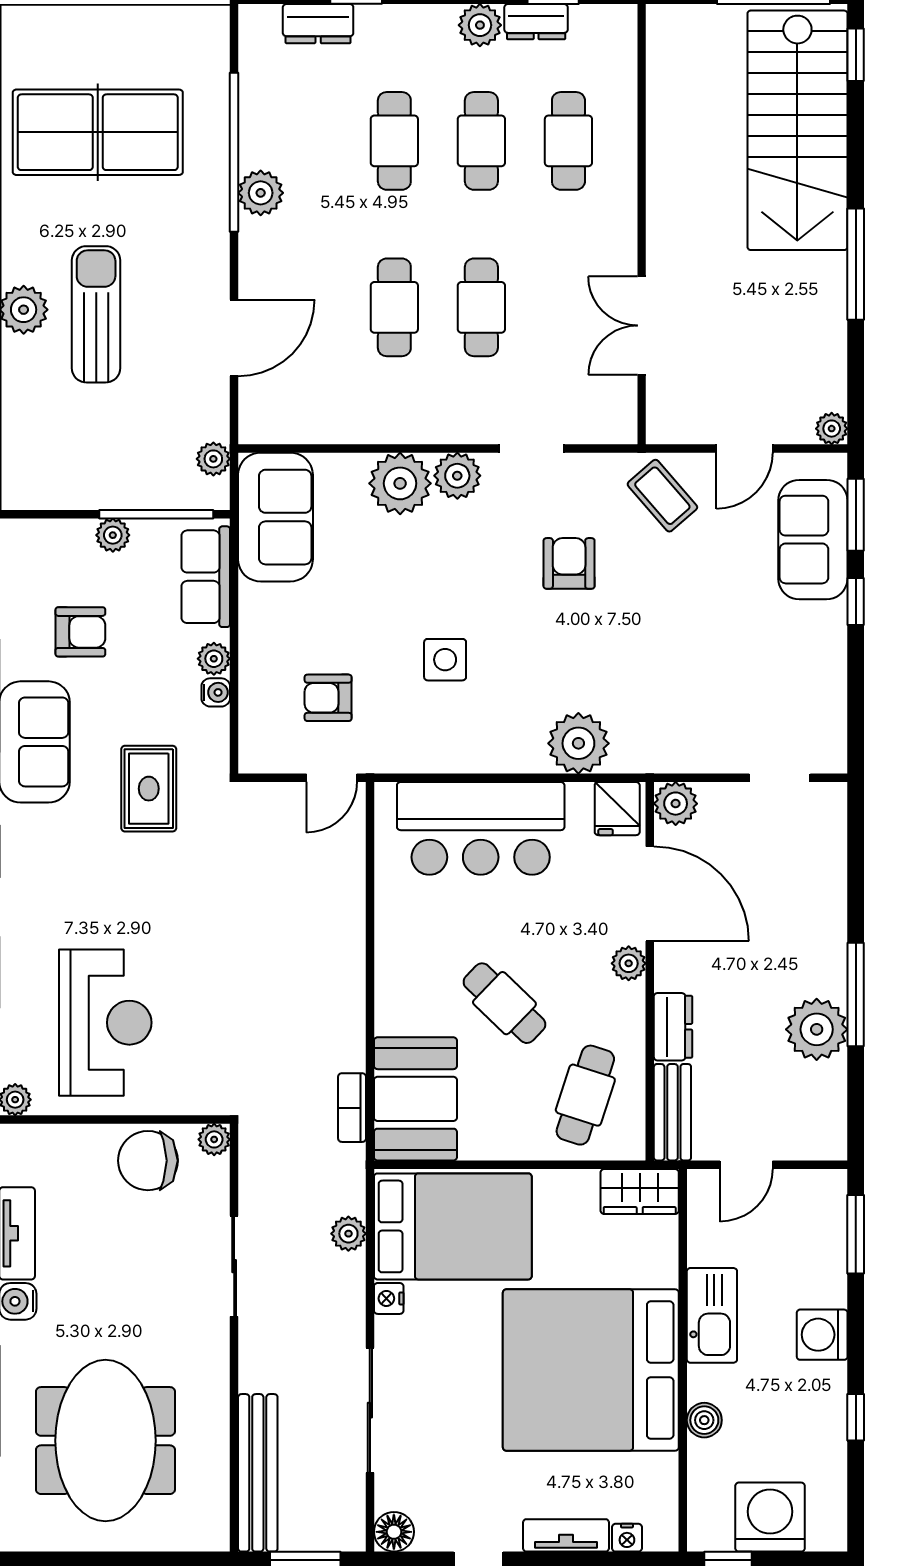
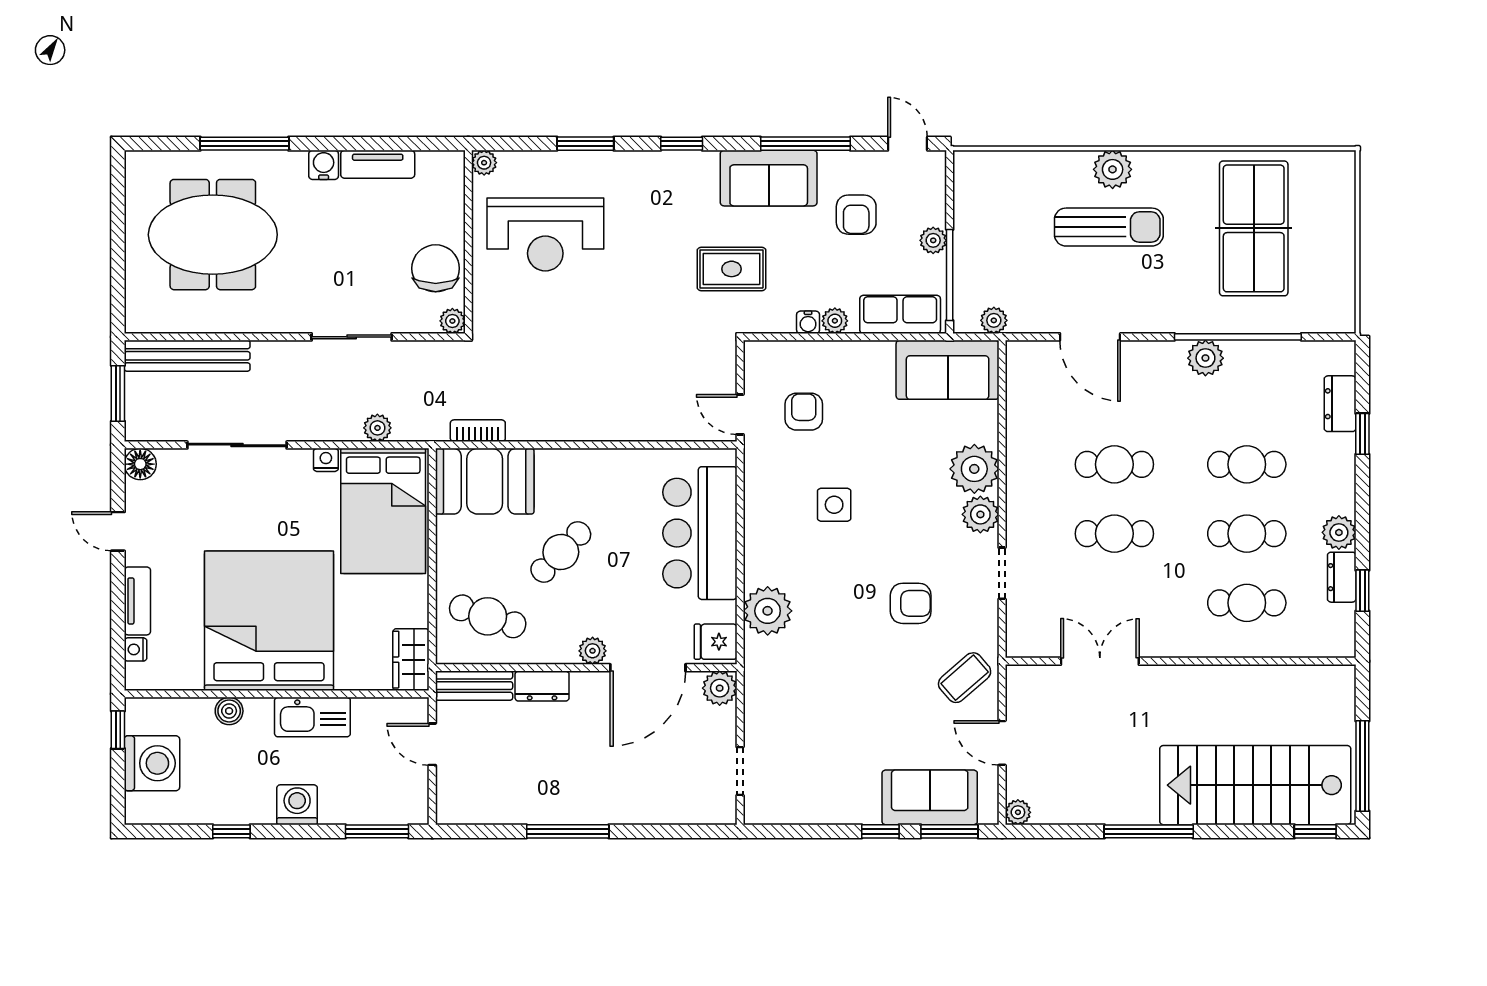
plant: (817, 1029) -> (540, 800), removed

